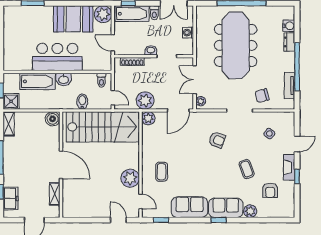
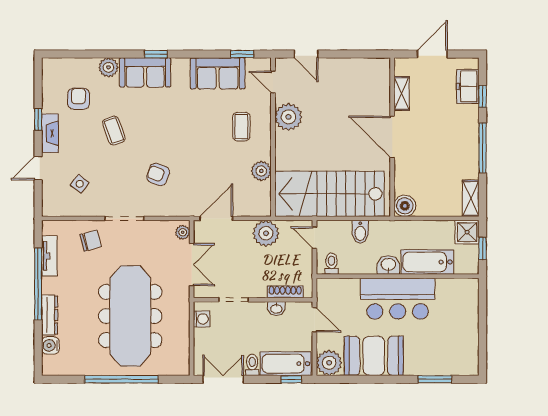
washing machine: (188, 33) -> (202, 319), moved
dresser: (289, 42) -> (50, 315), width x1.44
washbasin: (151, 50) -> (276, 309), moved
plant: (148, 118) -> (261, 171), moved
sofa: (190, 207) -> (218, 73), moved

